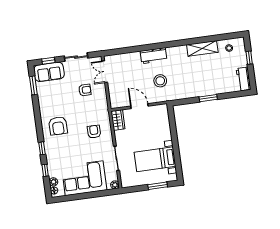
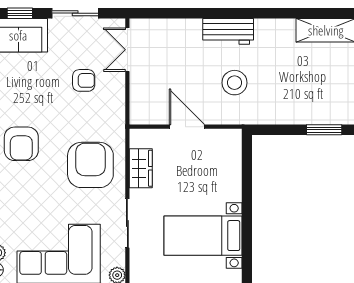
wardrobe: (118, 120) -> (141, 168), moved
armchair: (94, 132) -> (90, 165), width x1.88, depth x1.88

